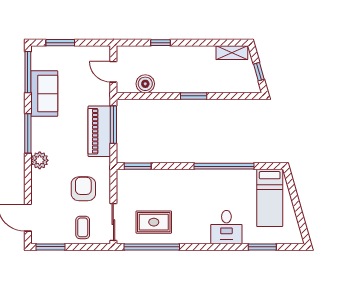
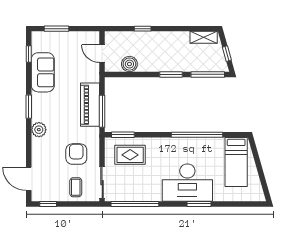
window: (28, 72) -> (29, 54), width x0.46
window: (236, 96) -> (208, 74), added
window: (113, 125) -> (102, 111), moved
window: (28, 133) -> (29, 107), width x0.69
rug: (154, 222) -> (130, 155), moved
desk: (226, 227) -> (187, 183), width x1.87, depth x1.30
window: (50, 247) -> (48, 204), width x0.67
window: (262, 247) -> (199, 204), moved

